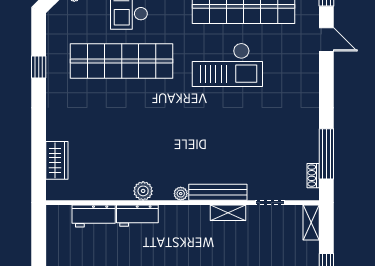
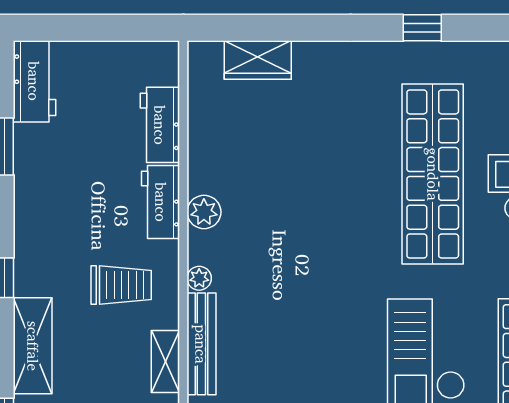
trolley: (185, 238) -> (121, 285), added

